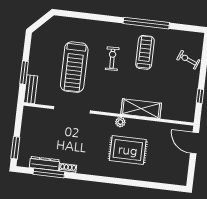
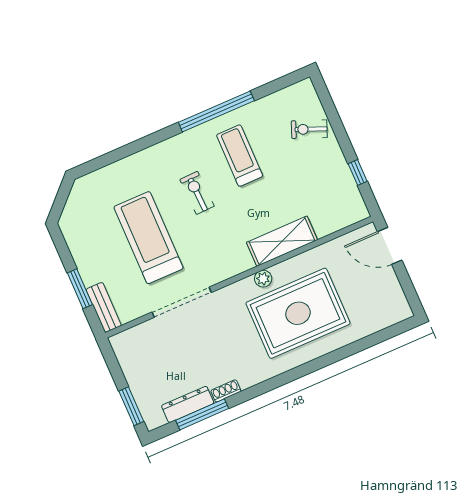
treadmill: (74, 67) -> (148, 238), turned 180
rug: (128, 150) -> (298, 313), width x1.37, depth x1.44

